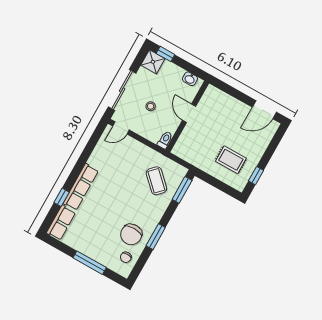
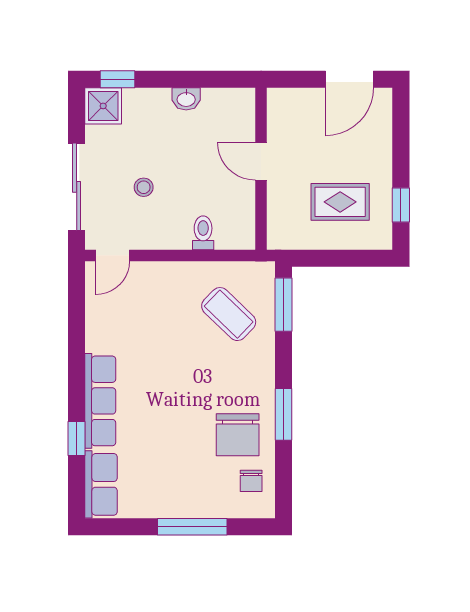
door: (189, 113) -> (261, 161), moved
wall: (187, 117) -> (261, 169), moved

